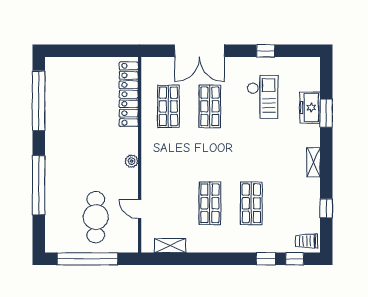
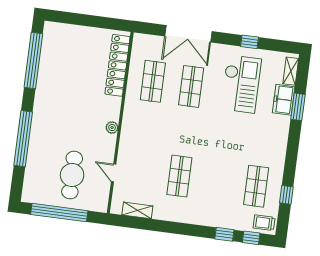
checkout: (262, 97) -> (241, 84), width x1.36, depth x1.21
shelving: (314, 162) -> (291, 71), moved
shop shelf: (251, 203) -> (256, 186), moved

